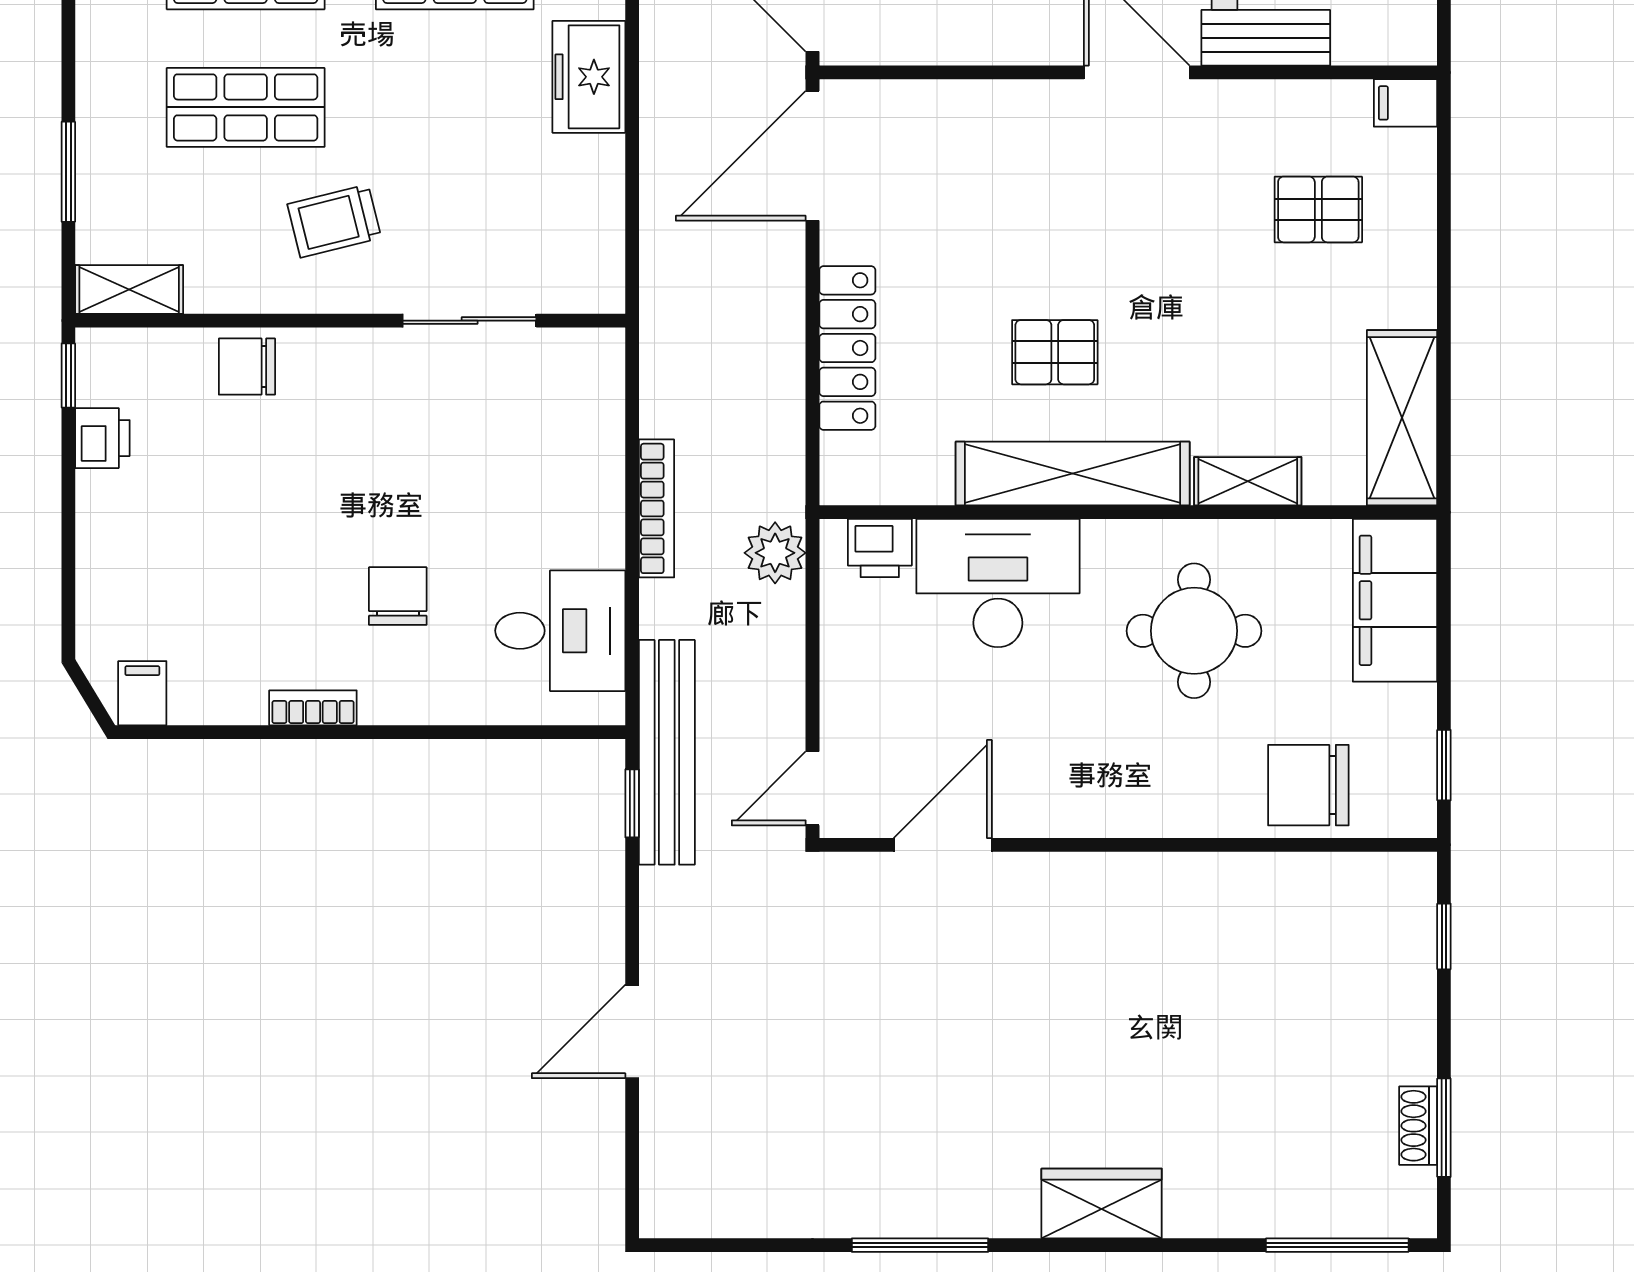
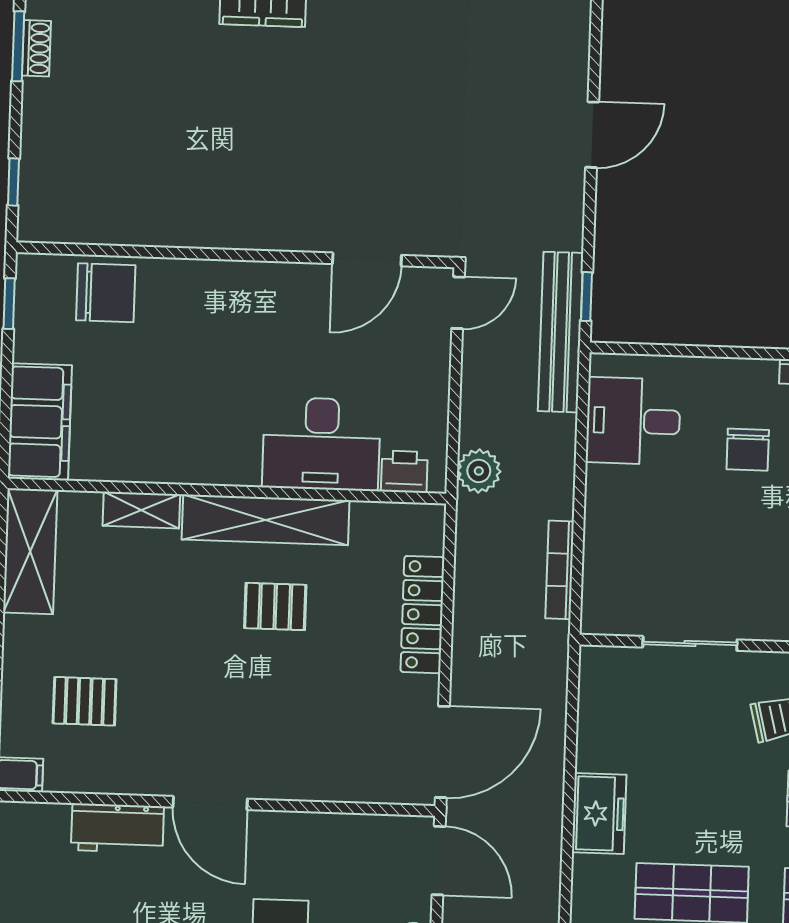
bookcase: (657, 508) -> (560, 570), moved
round table: (1194, 631) -> (183, 405), removed

